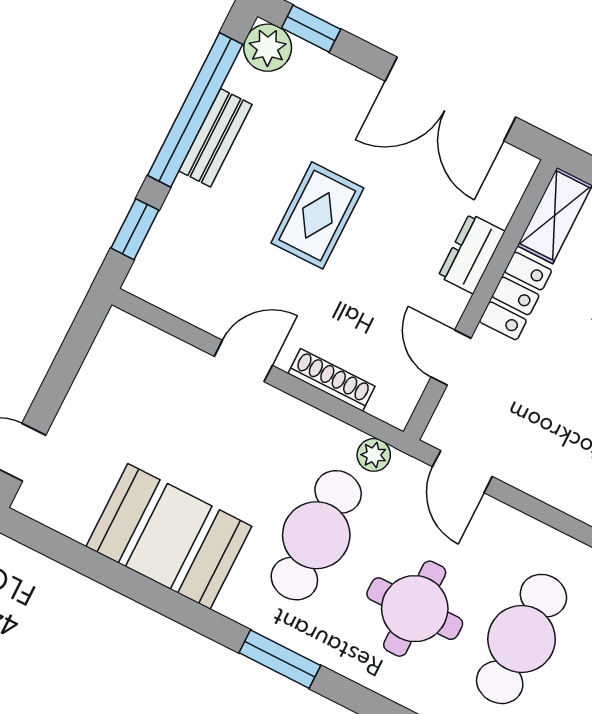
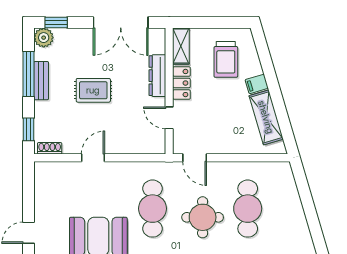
window: (195, 110) -> (28, 74), width x0.68
rug: (317, 215) -> (93, 90), turned 90
dresser: (472, 254) -> (157, 76), width x1.44
shoe rack: (331, 380) -> (50, 148), moved, width x0.70
plant: (374, 455) -> (159, 168), removed

